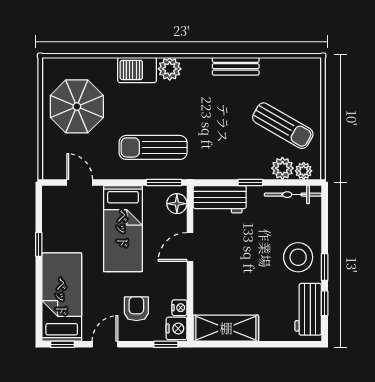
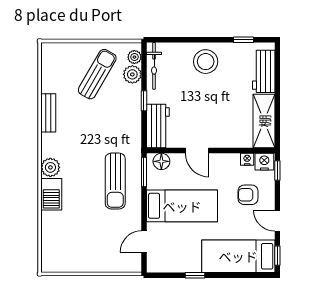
parasol: (77, 106) -> (81, 244), removed
window: (325, 267) -> (214, 40), removed
workbench: (308, 309) -> (264, 71), moved, turned 90

